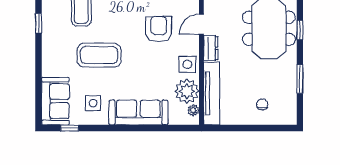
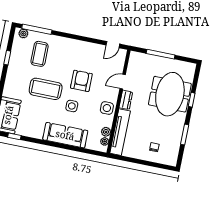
armchair: (159, 29) -> (81, 81), moved
plant: (187, 91) -> (106, 132), width x0.53, depth x0.53
side table: (93, 103) -> (72, 106), moved

